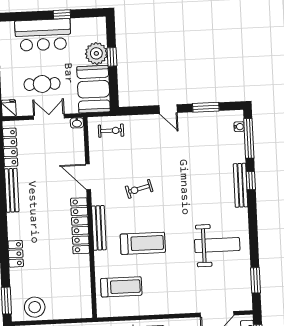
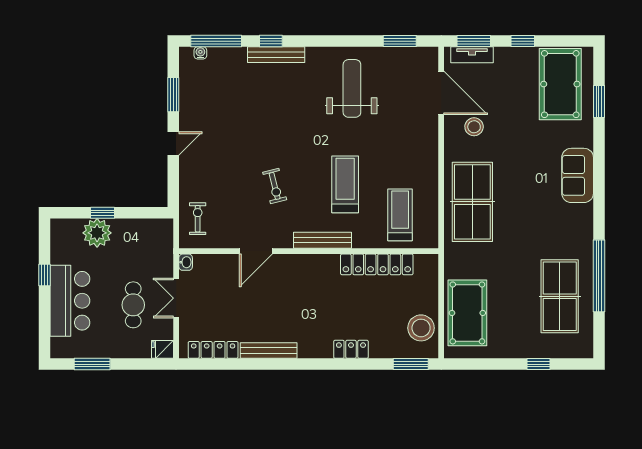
booth: (94, 89) -> (143, 239), removed
locker: (80, 226) -> (377, 264), moved

